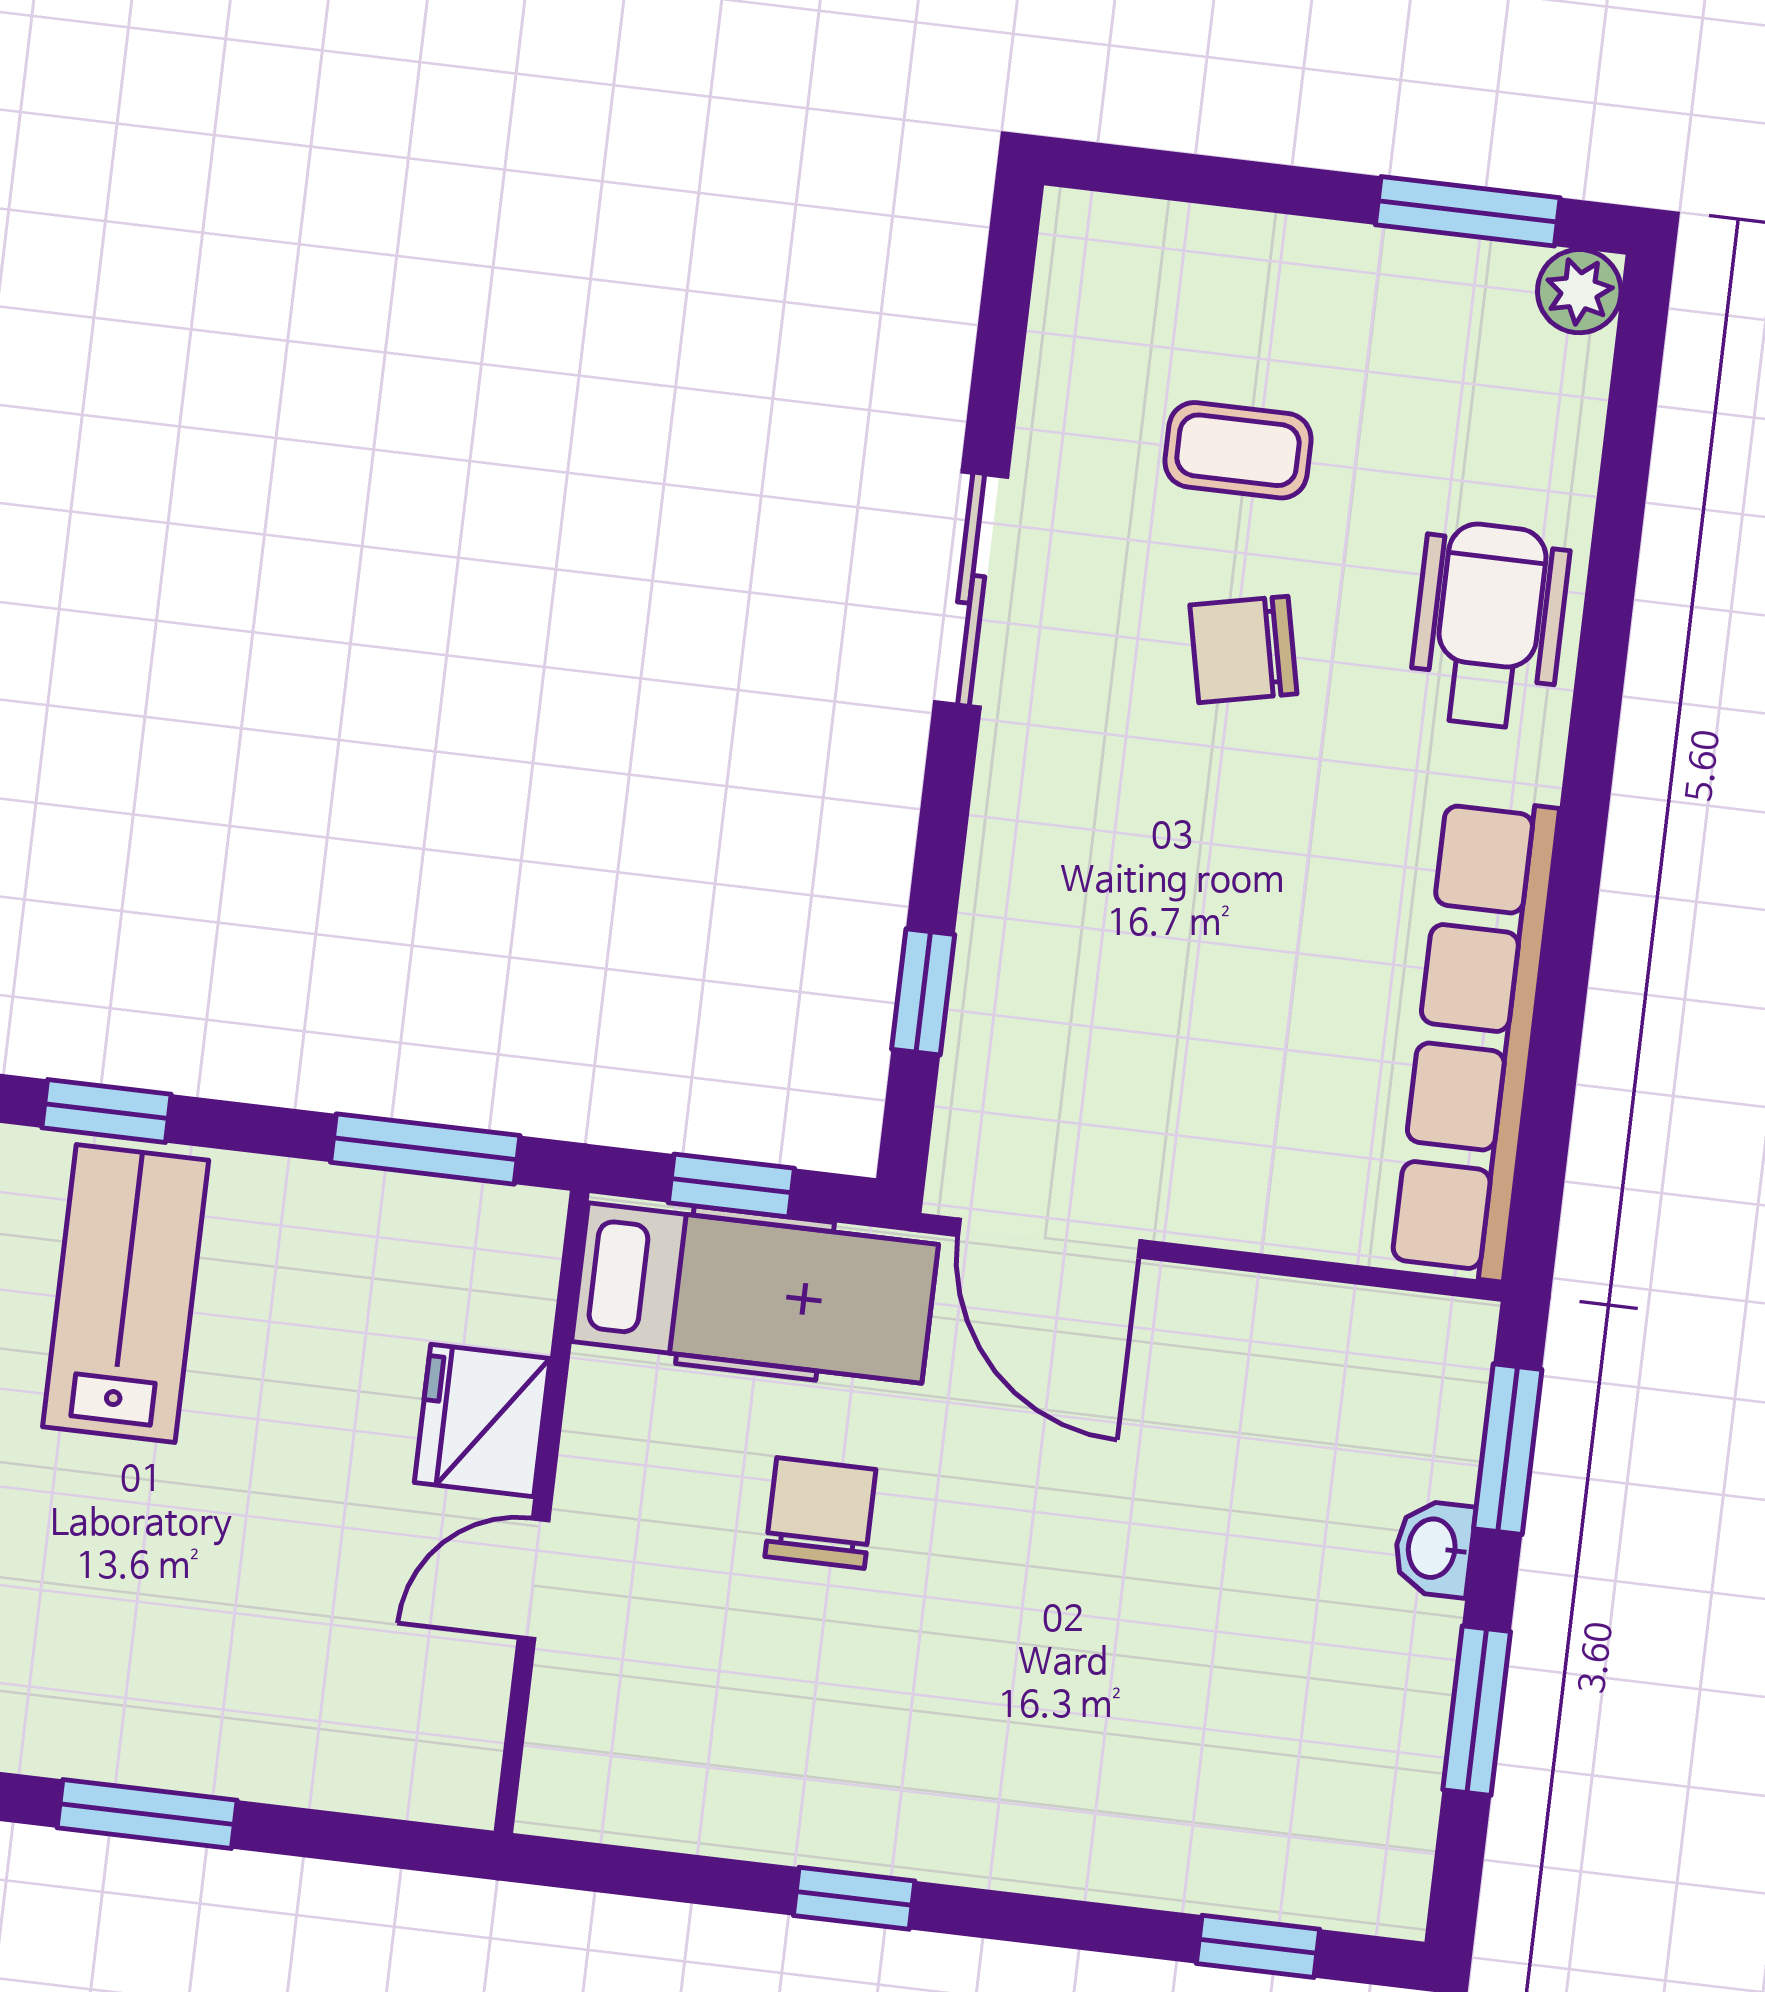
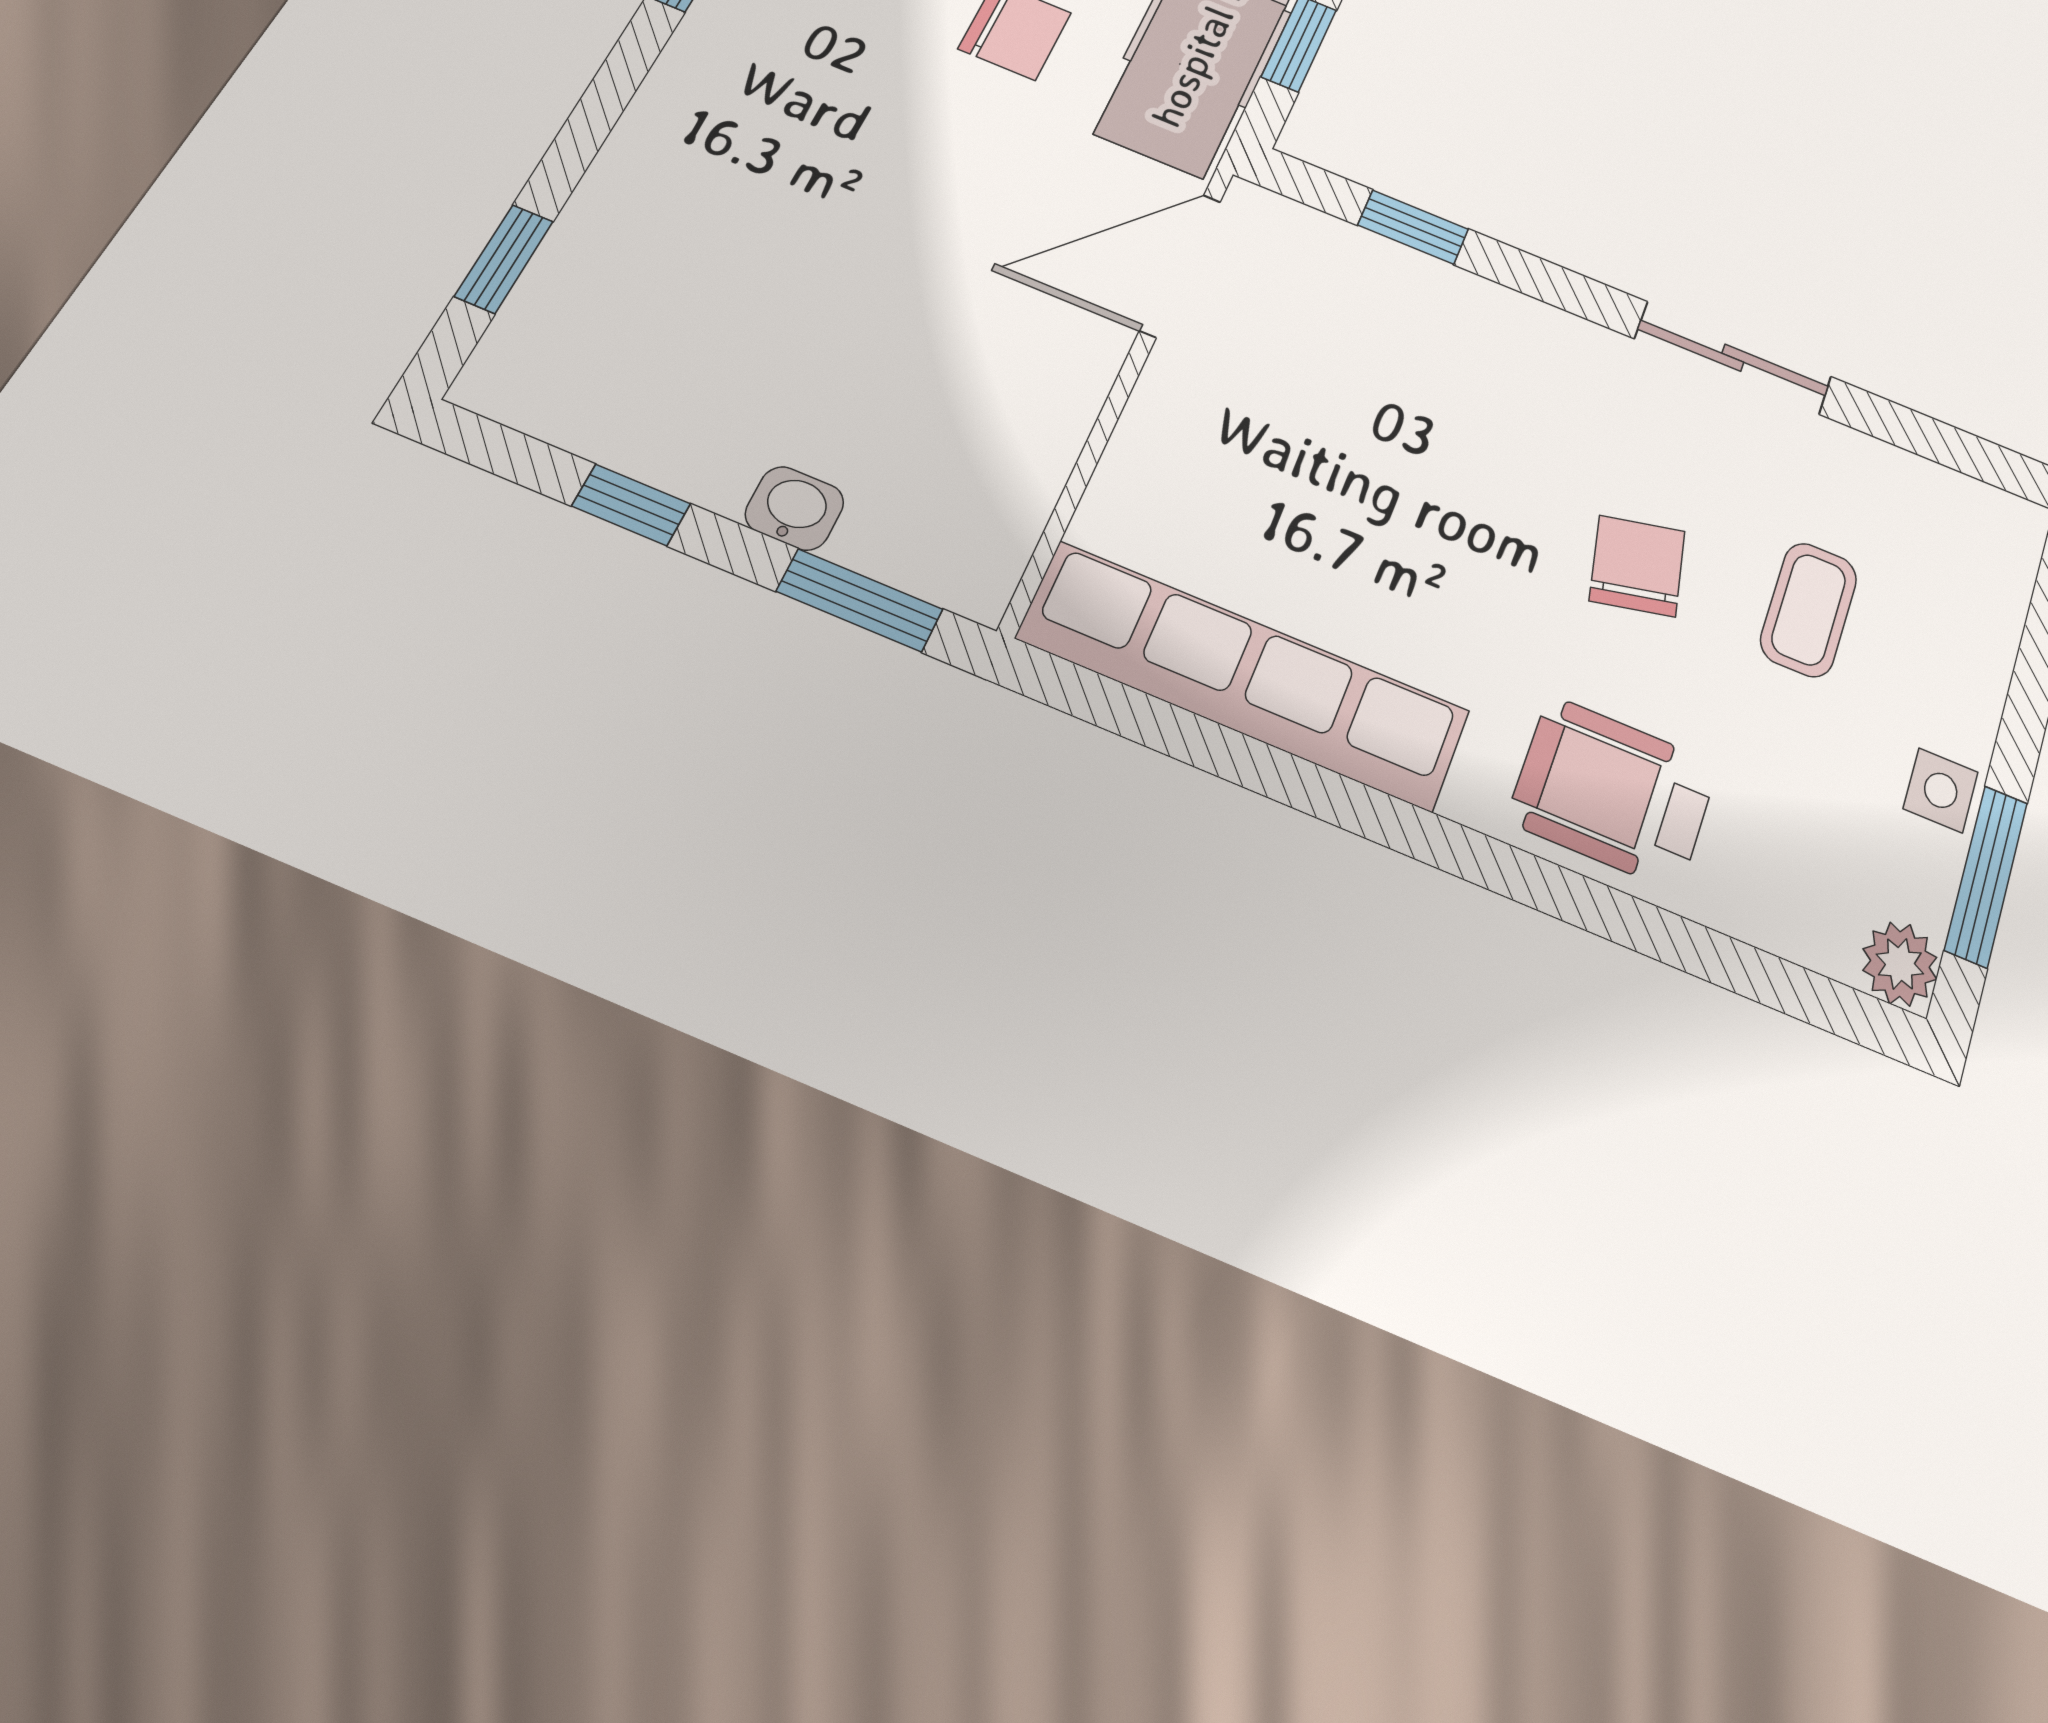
side table: (1392, 273) -> (1941, 790), added
wheelchair: (1489, 625) -> (1613, 792), turned 180
window: (1477, 1711) -> (631, 505), width x0.67

